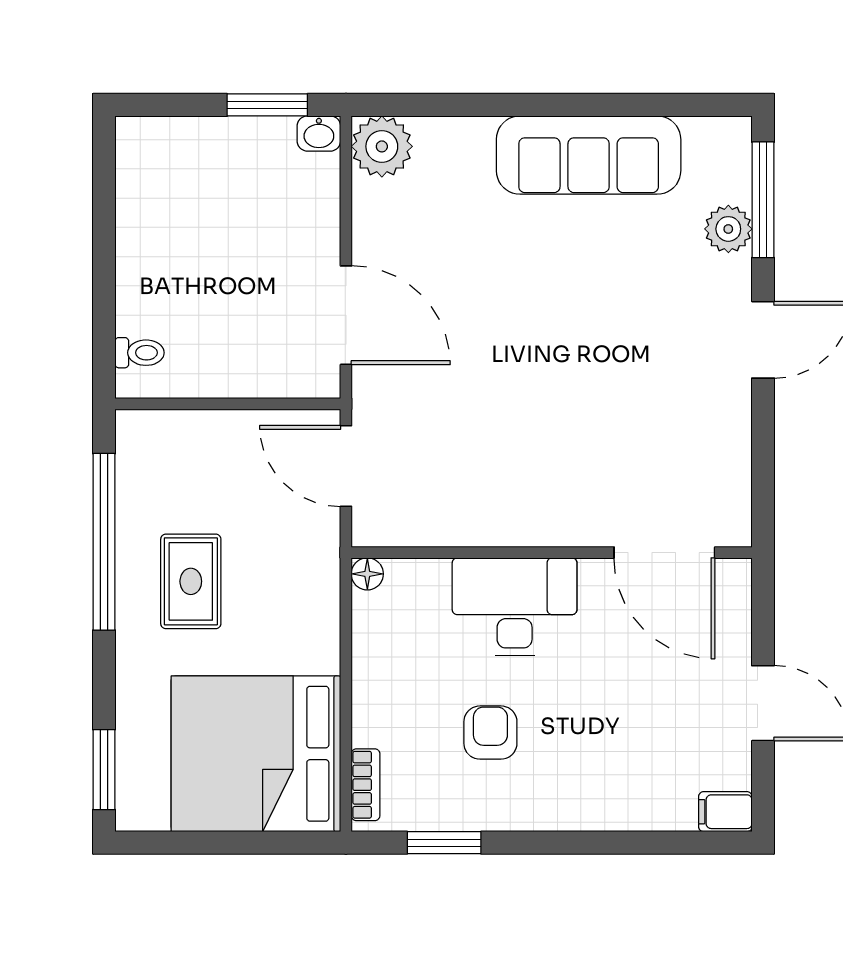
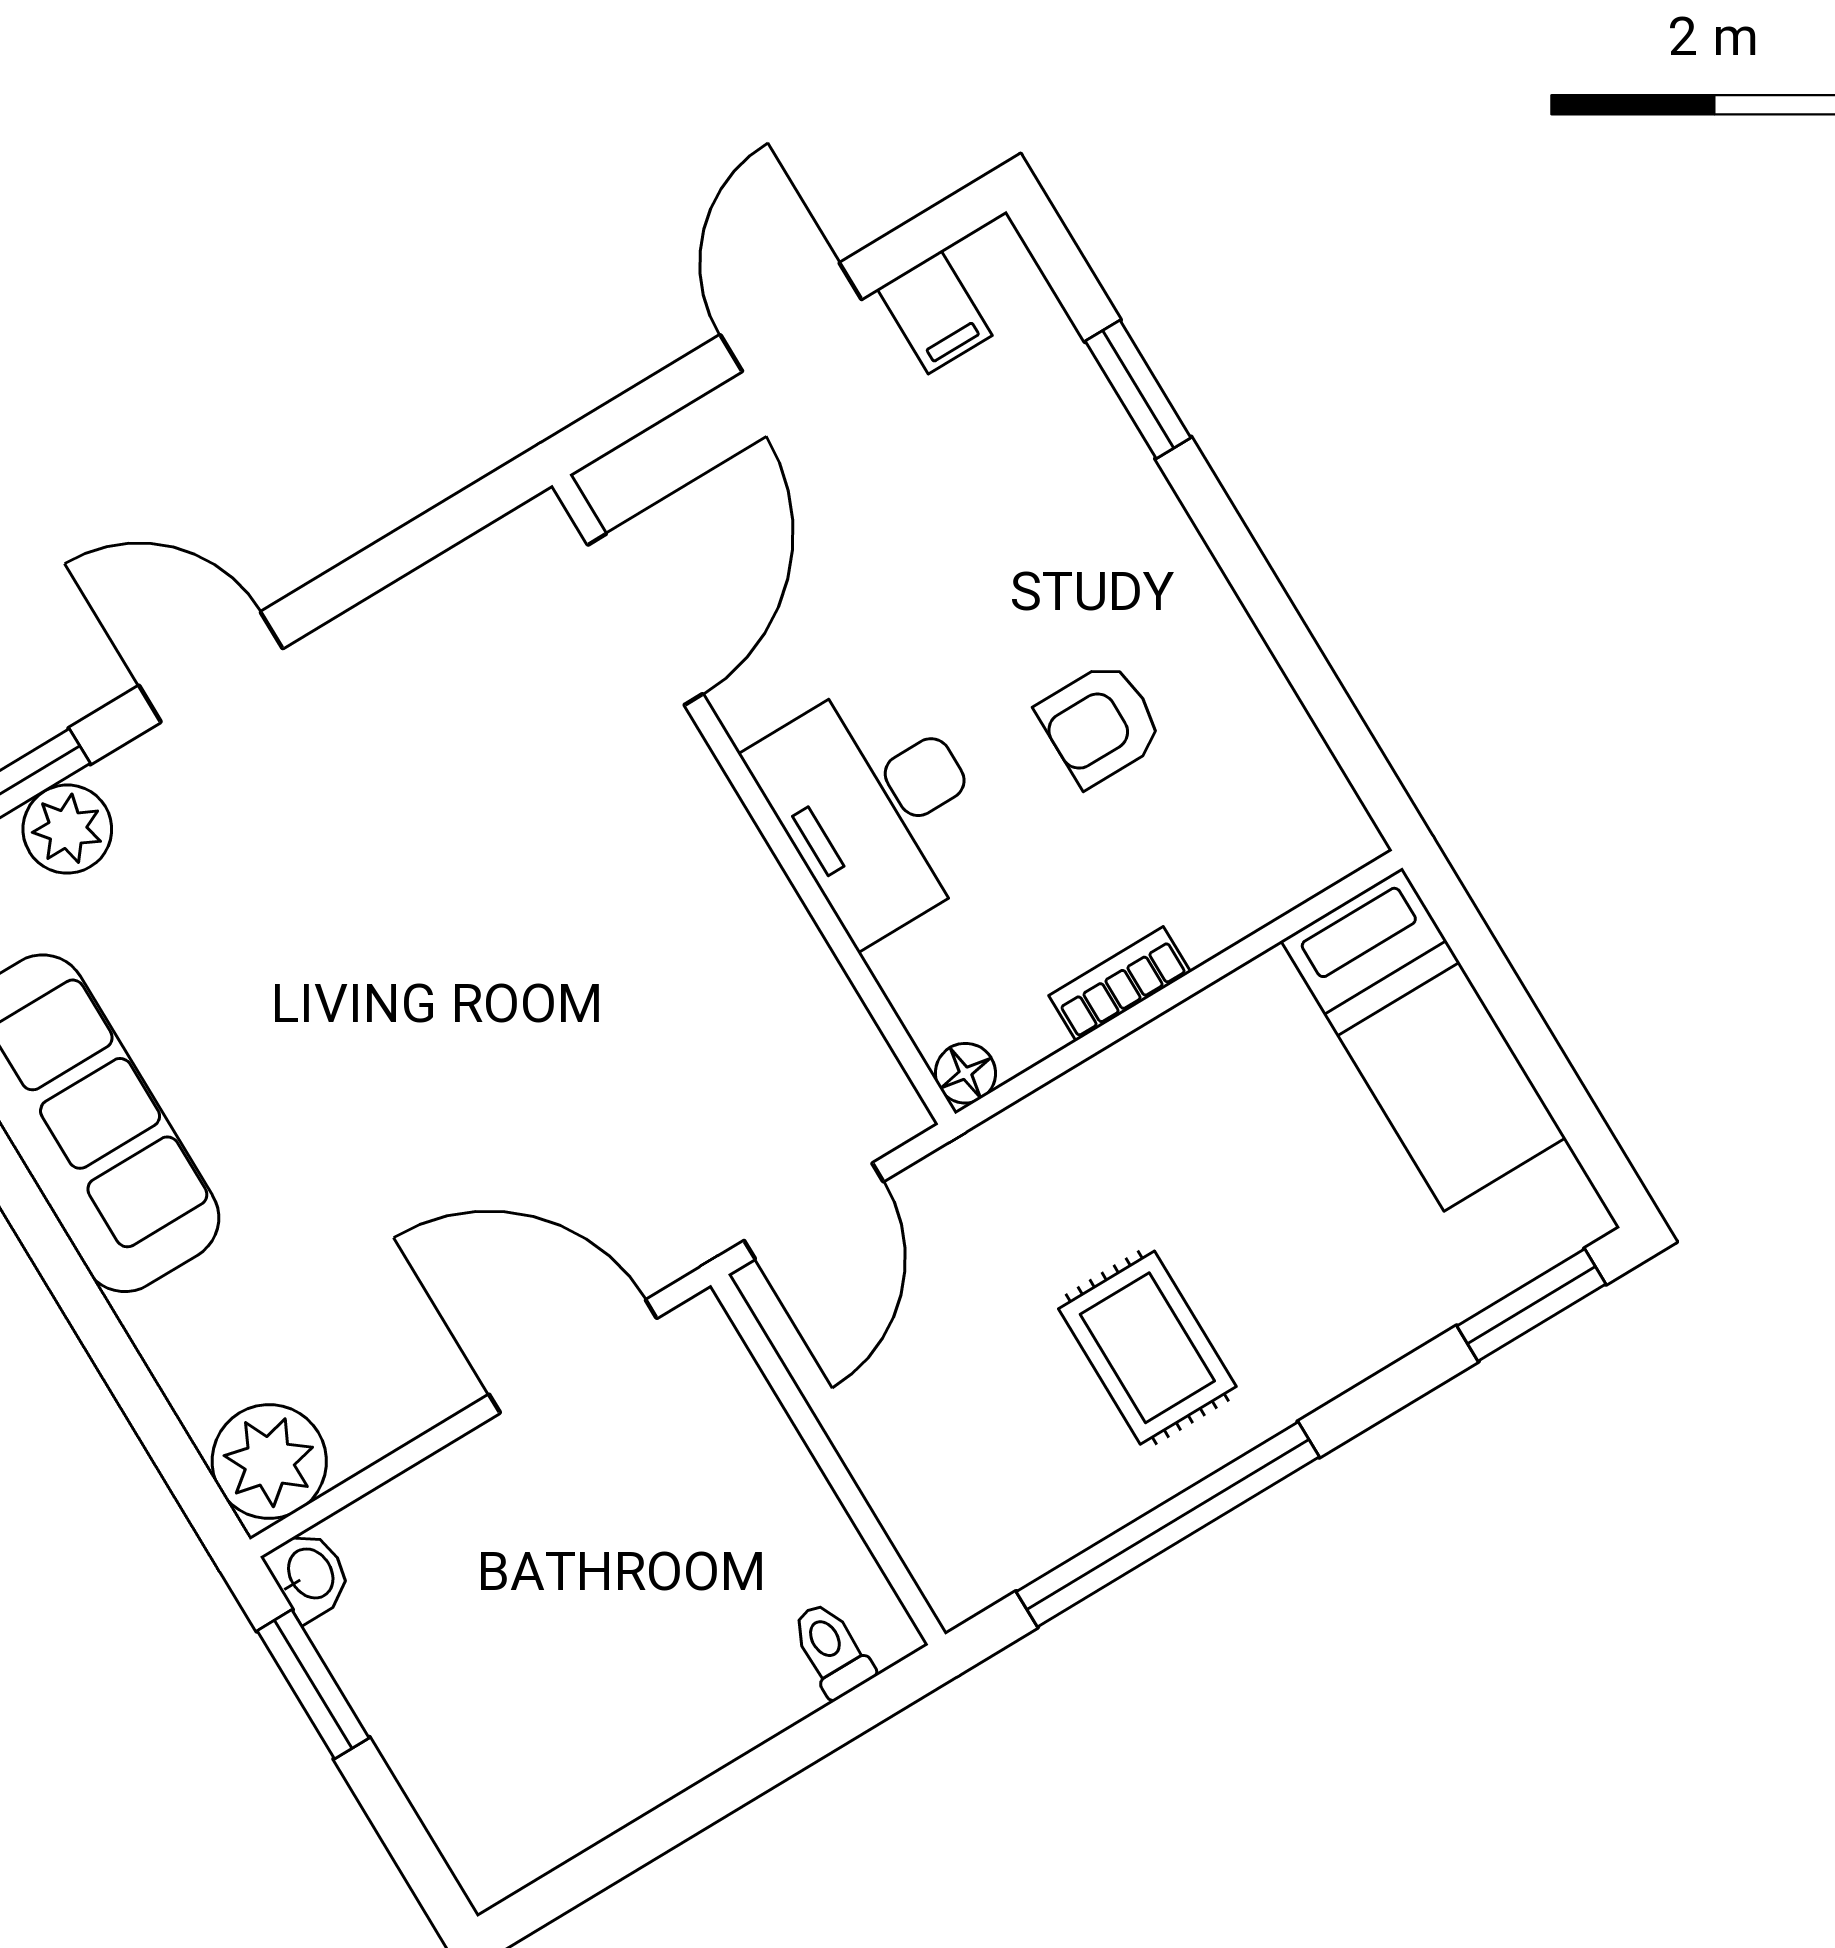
door: (346, 315) -> (573, 1356), hinge flipped
rug: (191, 581) -> (1147, 1348), turned 90
bed: (256, 754) -> (1423, 1039), width x0.49
bookcase: (366, 785) -> (1120, 984), moved
filing cabinet: (725, 812) -> (935, 312), moved
window: (444, 843) -> (1138, 389), moved

